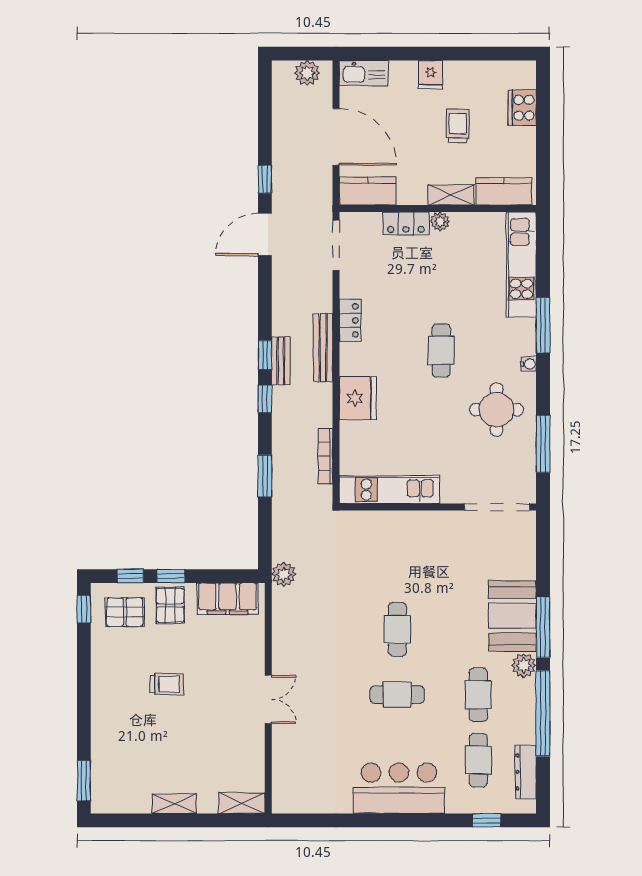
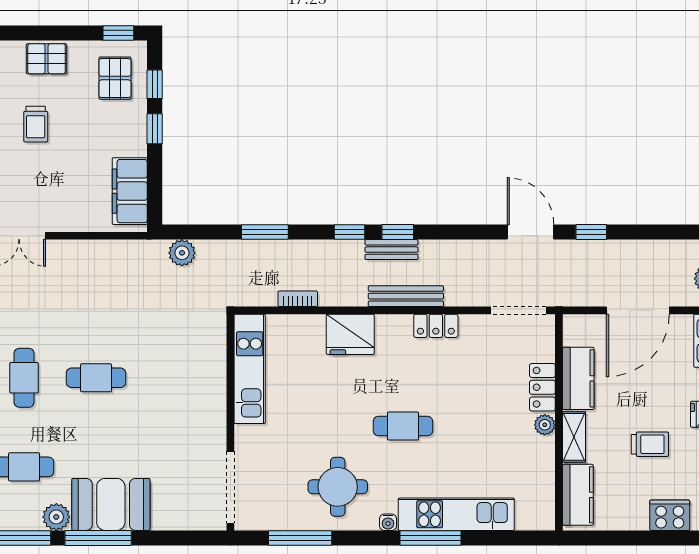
kitchen counter: (368, 191) -> (578, 378), moved
kitchen unit: (521, 265) -> (456, 514), moved
bookcase: (326, 456) -> (298, 299), width x0.64
plant: (284, 574) -> (182, 253), moved
pallet: (170, 605) -> (47, 59), moved

